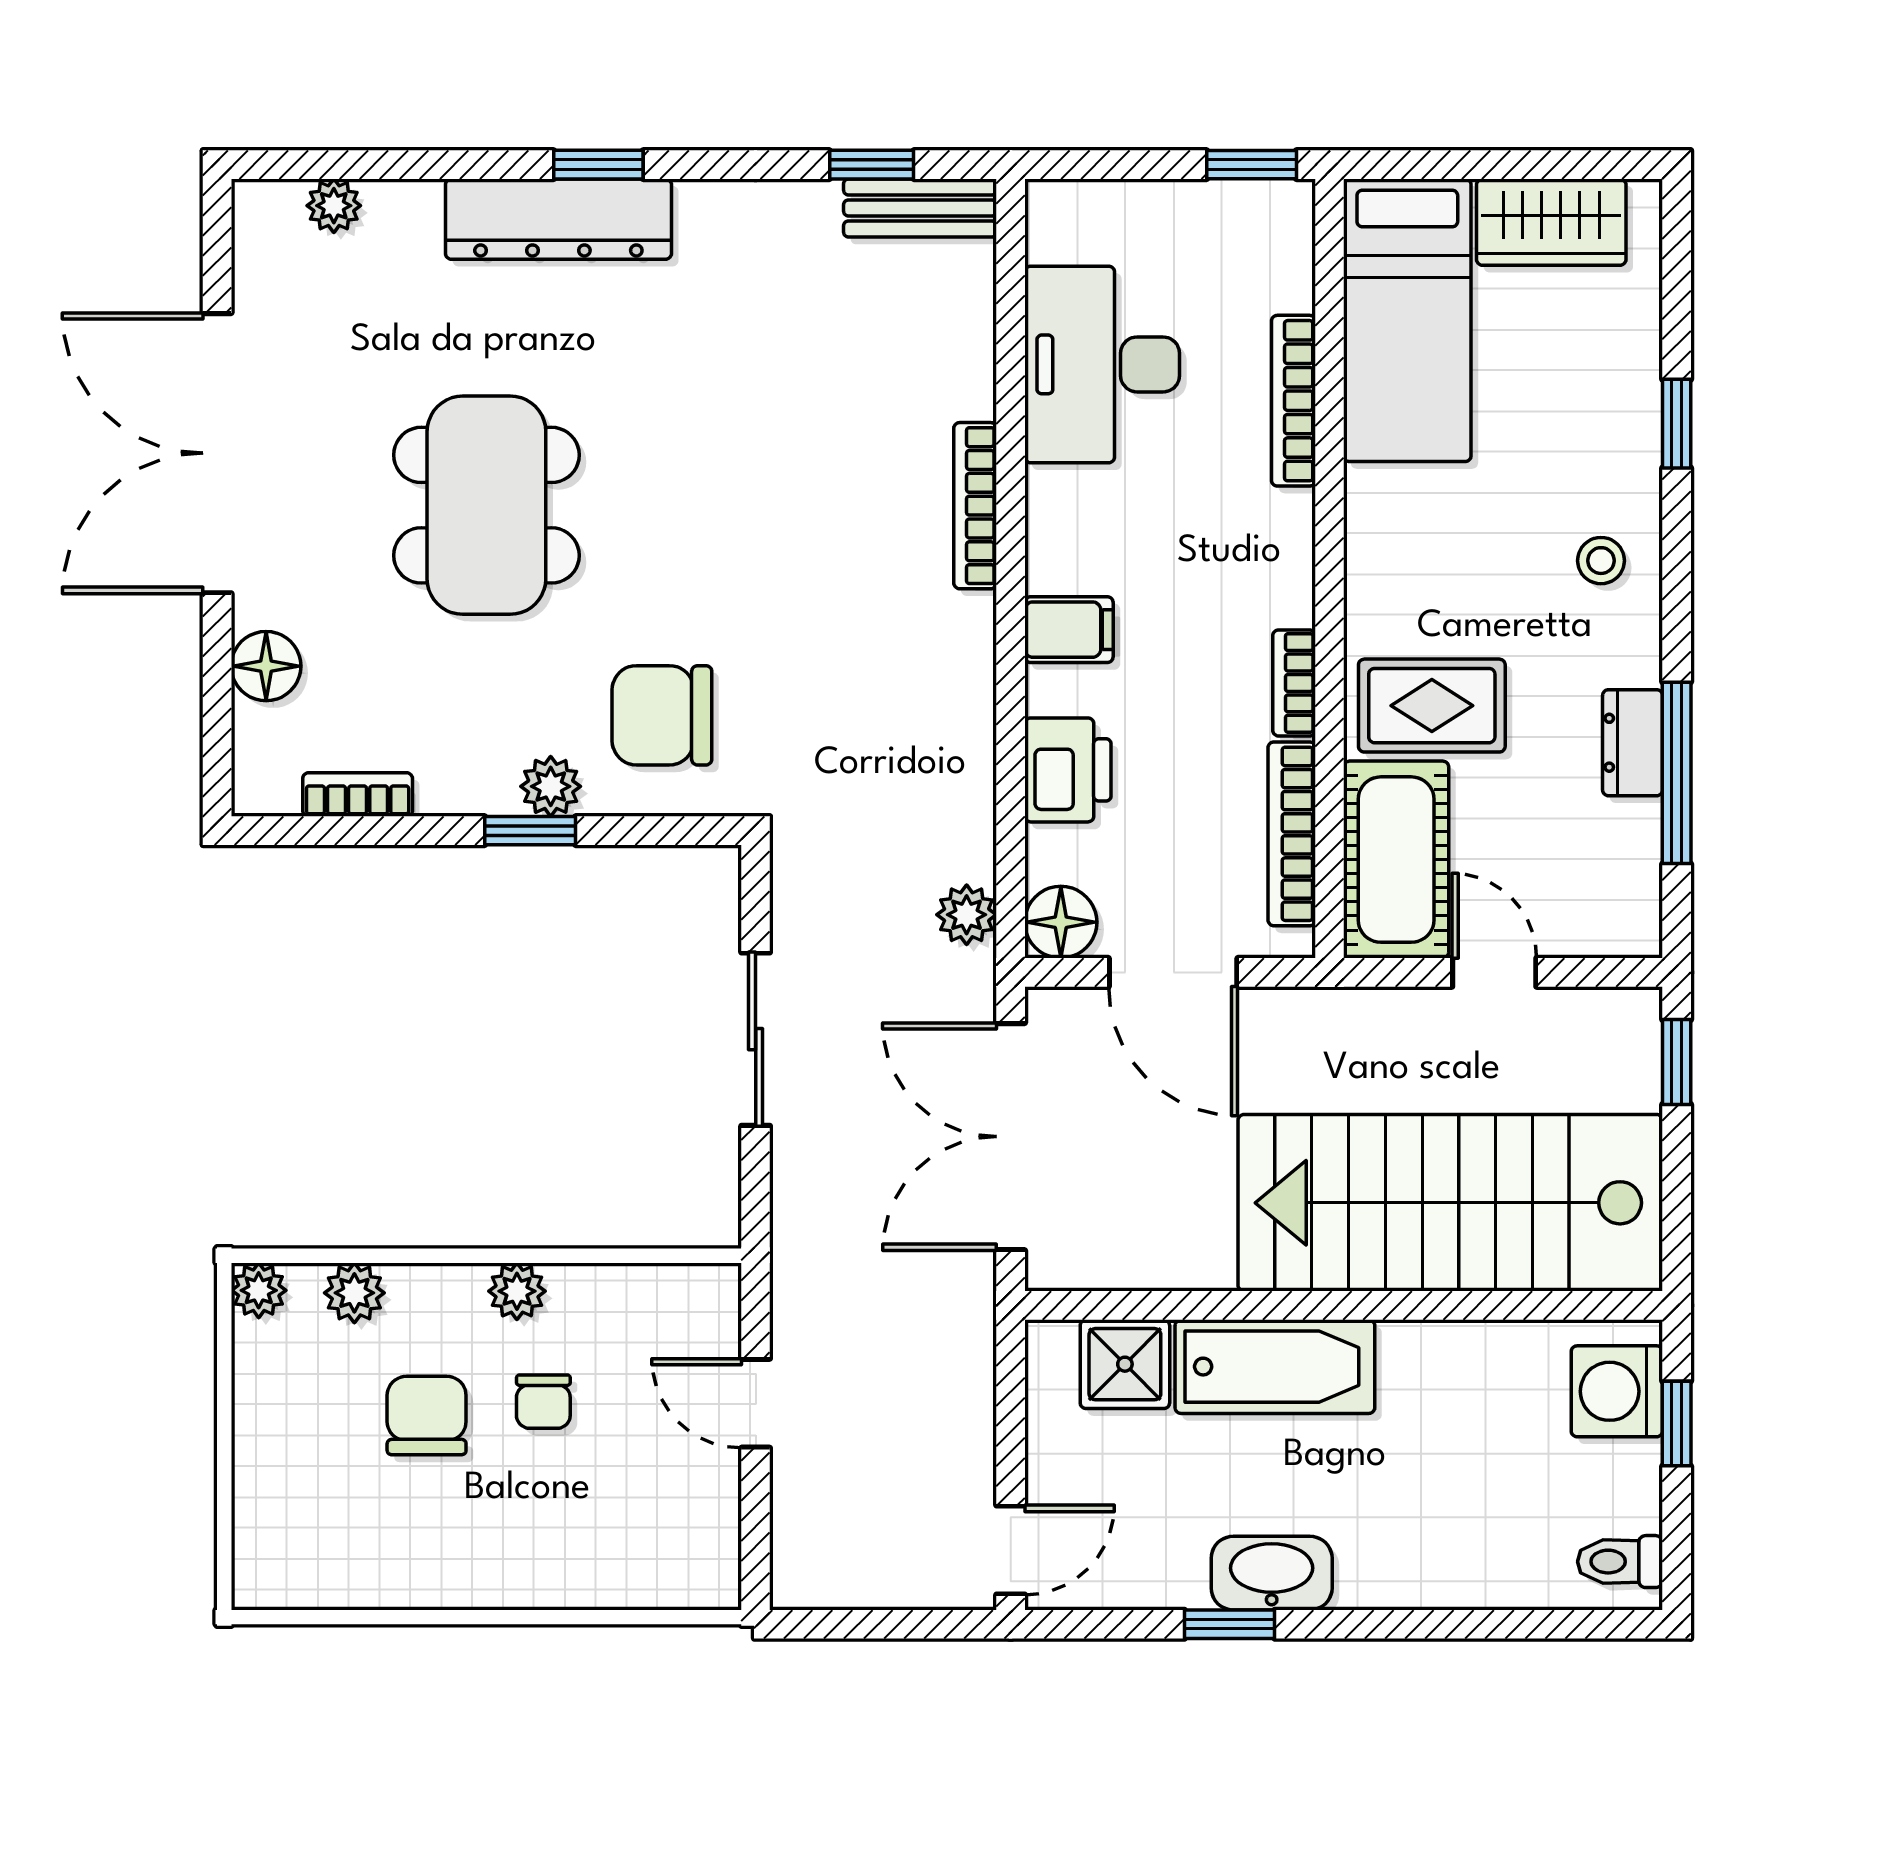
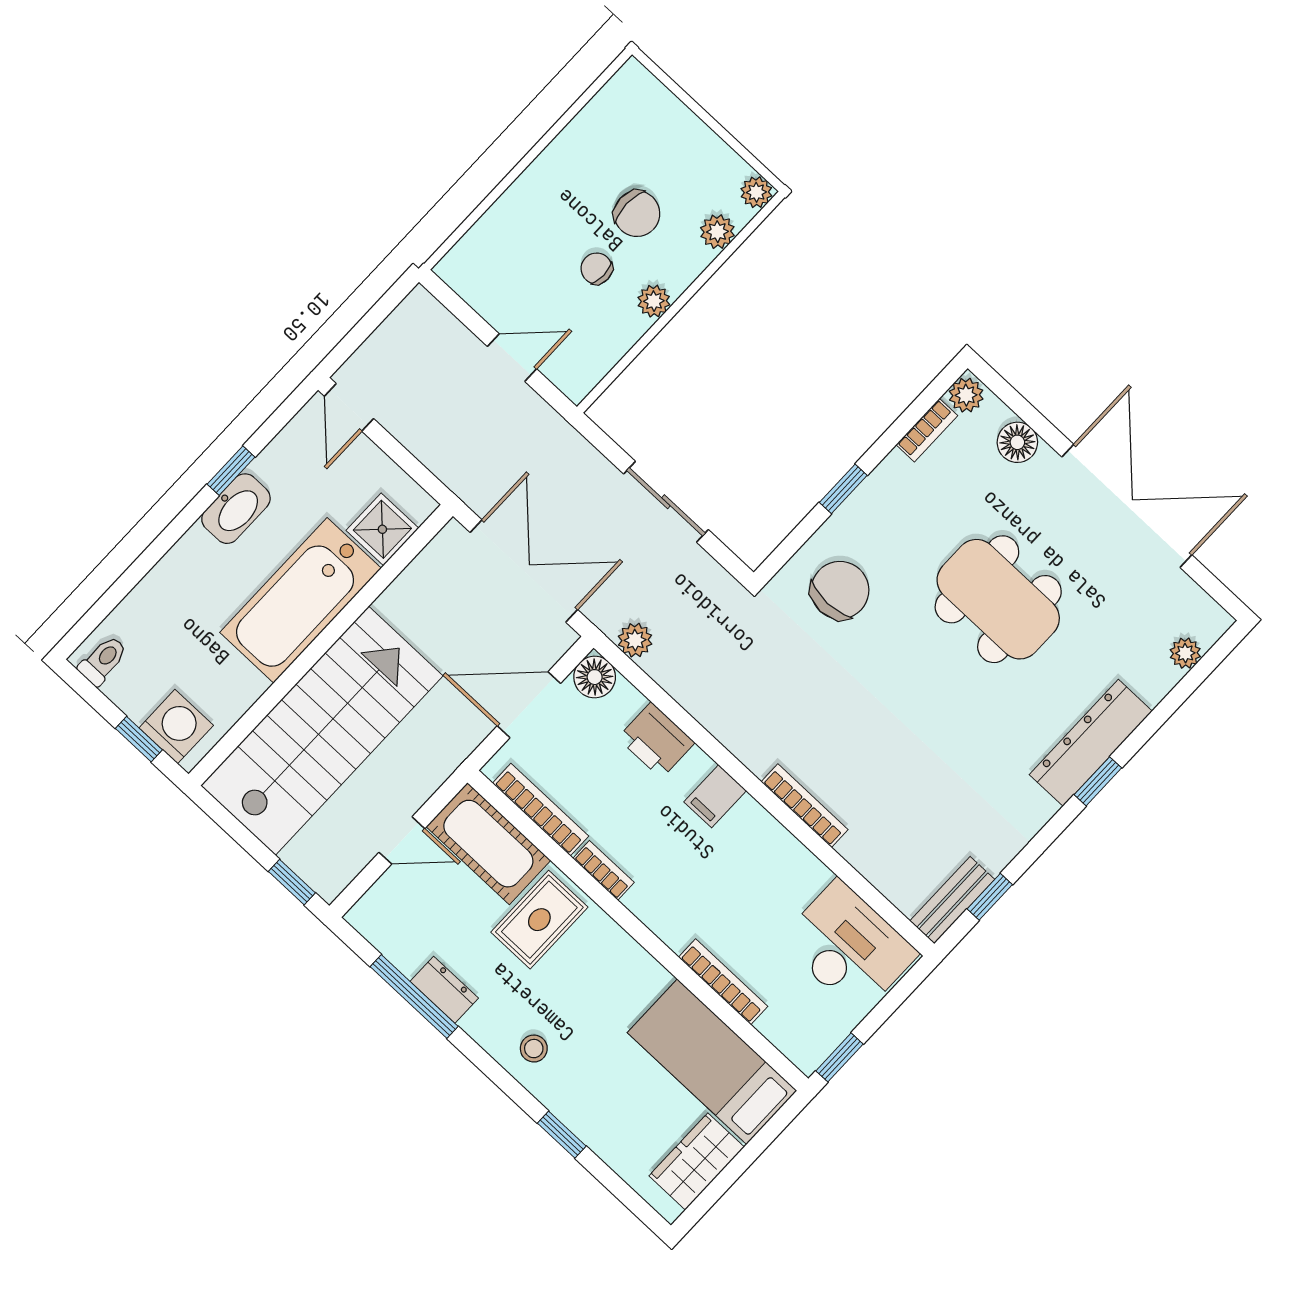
desk: (1102, 364) -> (848, 947), moved
plant: (551, 786) -> (966, 395), moved
bathtub: (1275, 1367) -> (300, 600), width x1.36, depth x1.36

